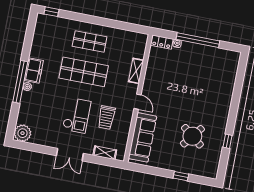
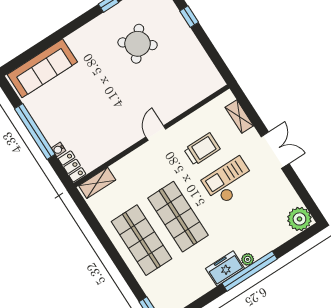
shop shelf: (90, 41) -> (141, 240), width x1.43, depth x1.36
shelving: (136, 71) -> (97, 183), moved
sofa: (142, 137) -> (42, 68), moved, turned 180

